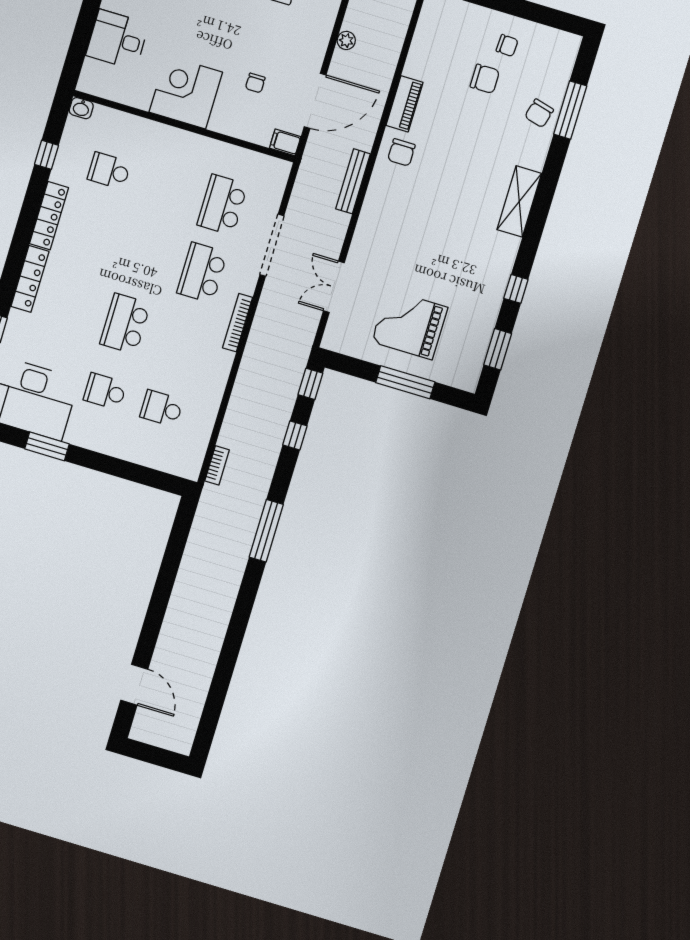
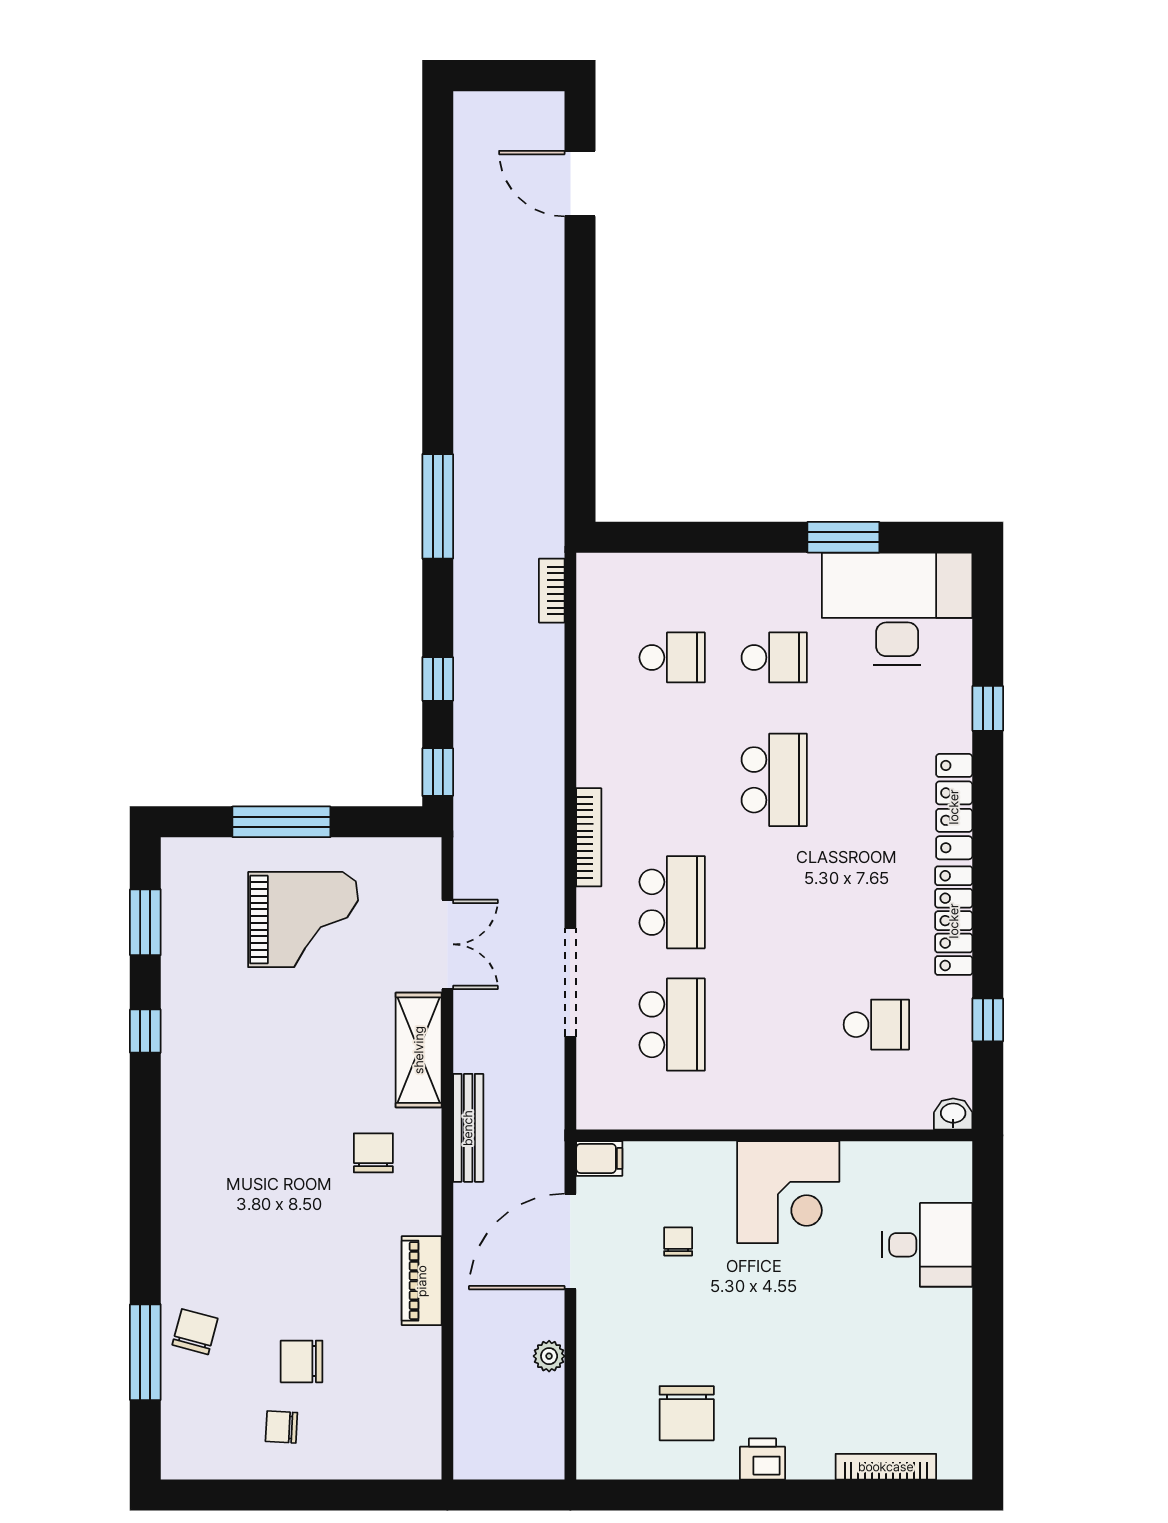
chair: (401, 152) -> (373, 1153), moved
shelving: (519, 201) -> (419, 1050), moved

